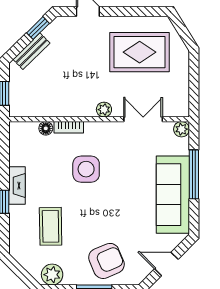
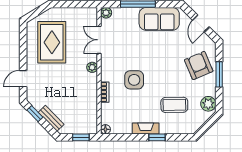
floor lamp: (46, 128) -> (105, 129), moved
sofa: (173, 195) -> (159, 19), width x0.73

